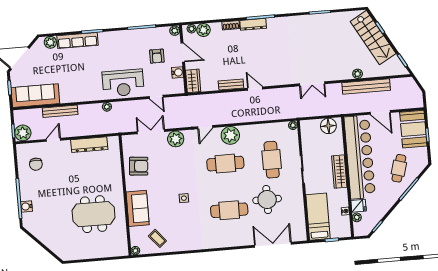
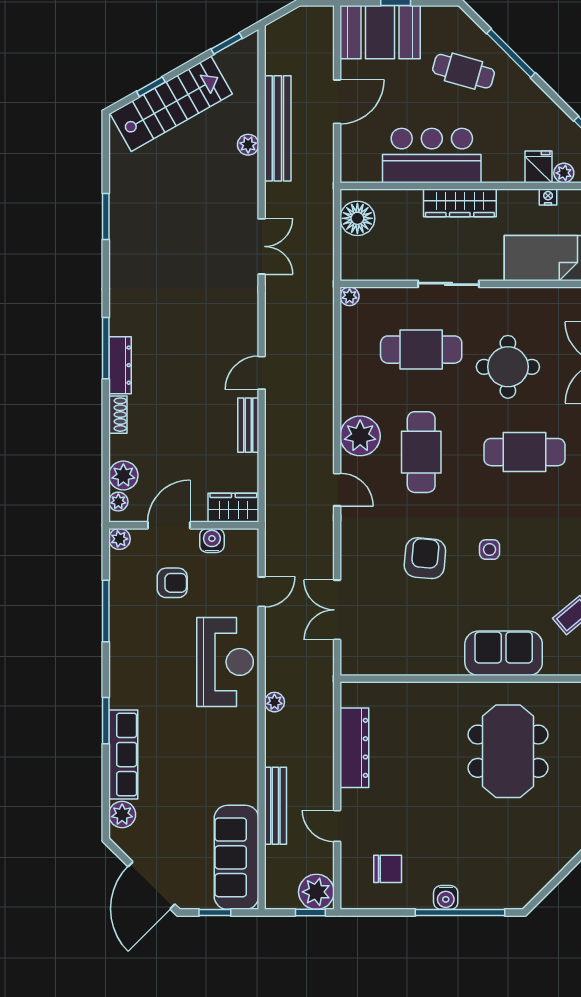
plant: (176, 139) -> (358, 557), removed
bar counter: (360, 157) -> (432, 155), width x0.54
armchair: (139, 166) -> (425, 558), moved
water cooler: (26, 206) -> (446, 897), moved
cafe table: (229, 210) -> (524, 452), turned 90

